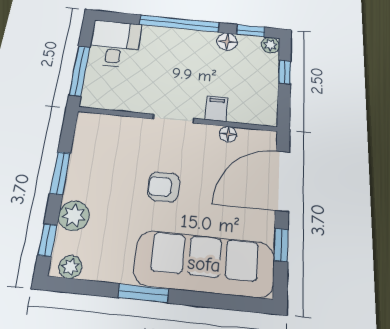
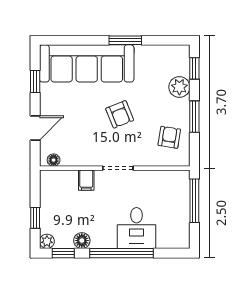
desk: (115, 44) -> (136, 228), moved
floor lamp: (228, 134) -> (54, 160), moved
armchair: (99, 150) -> (169, 137), added
door: (282, 181) -> (35, 128), width x0.53
armchair: (164, 187) -> (120, 114), turned 68
plant: (70, 267) -> (176, 52), removed

